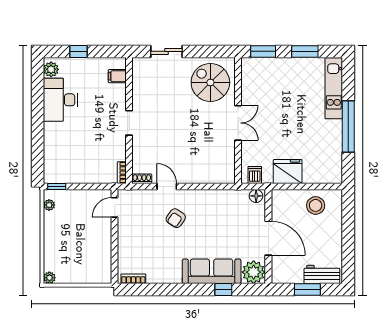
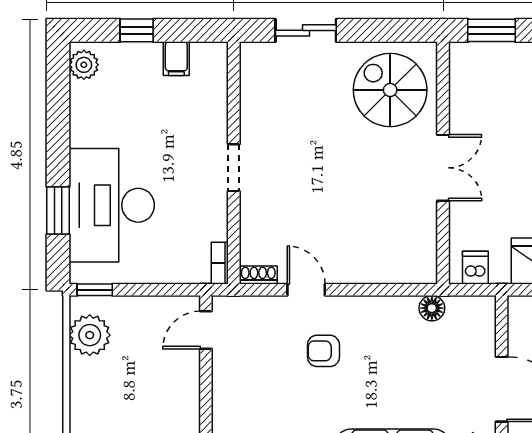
filing cabinet: (117, 76) -> (176, 59), moved, turned -90
desk: (60, 100) -> (112, 205), moved, width x1.36, depth x1.30
window: (38, 145) -> (58, 211), added
floor lamp: (256, 196) -> (432, 308), moved
plant: (49, 205) -> (90, 335), width x1.88, depth x1.88
armchair: (176, 218) -> (323, 351), turned 56

